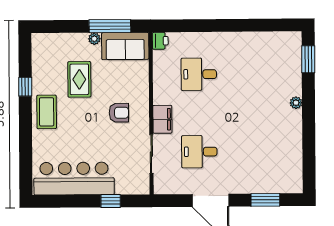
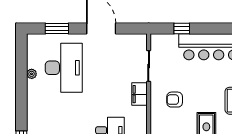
plant: (296, 103) -> (32, 74), moved
desk: (199, 152) -> (64, 68), moved, width x1.87, depth x1.30

